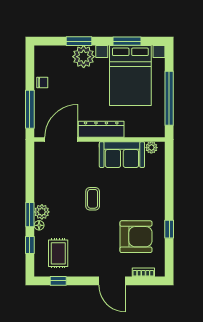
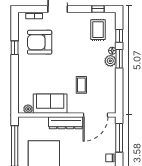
coffee table: (93, 199) -> (81, 85), moved

